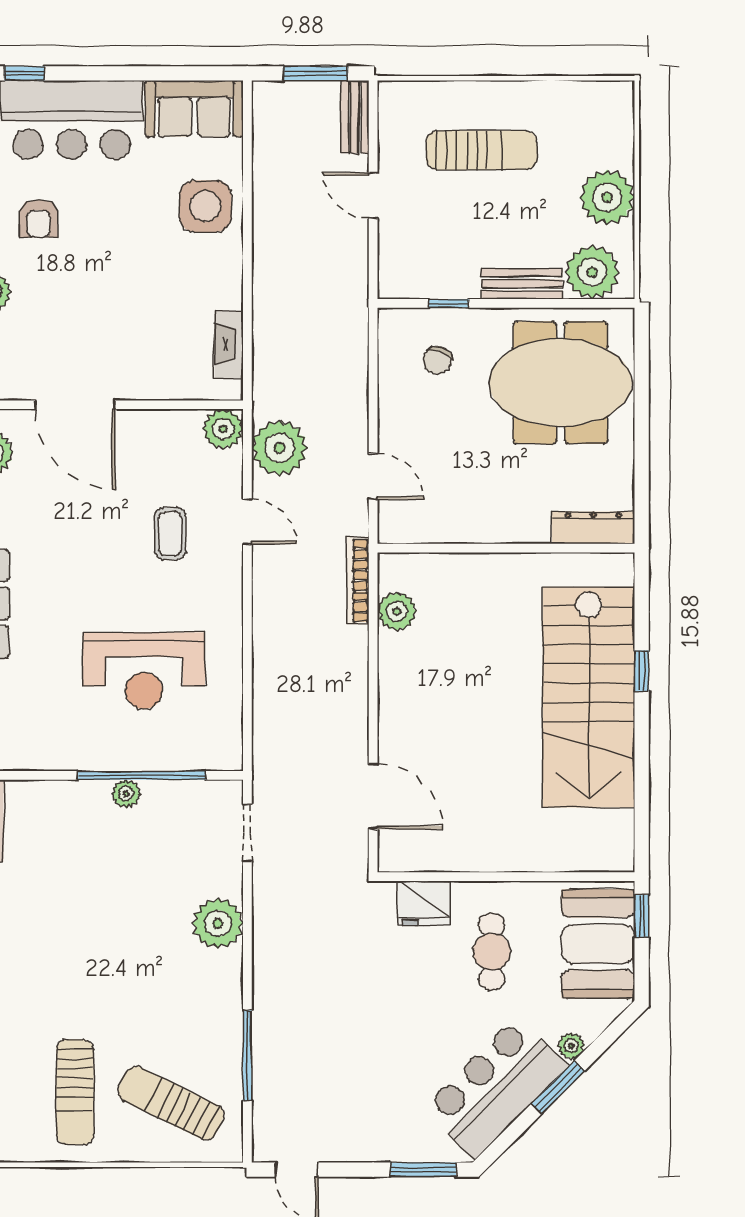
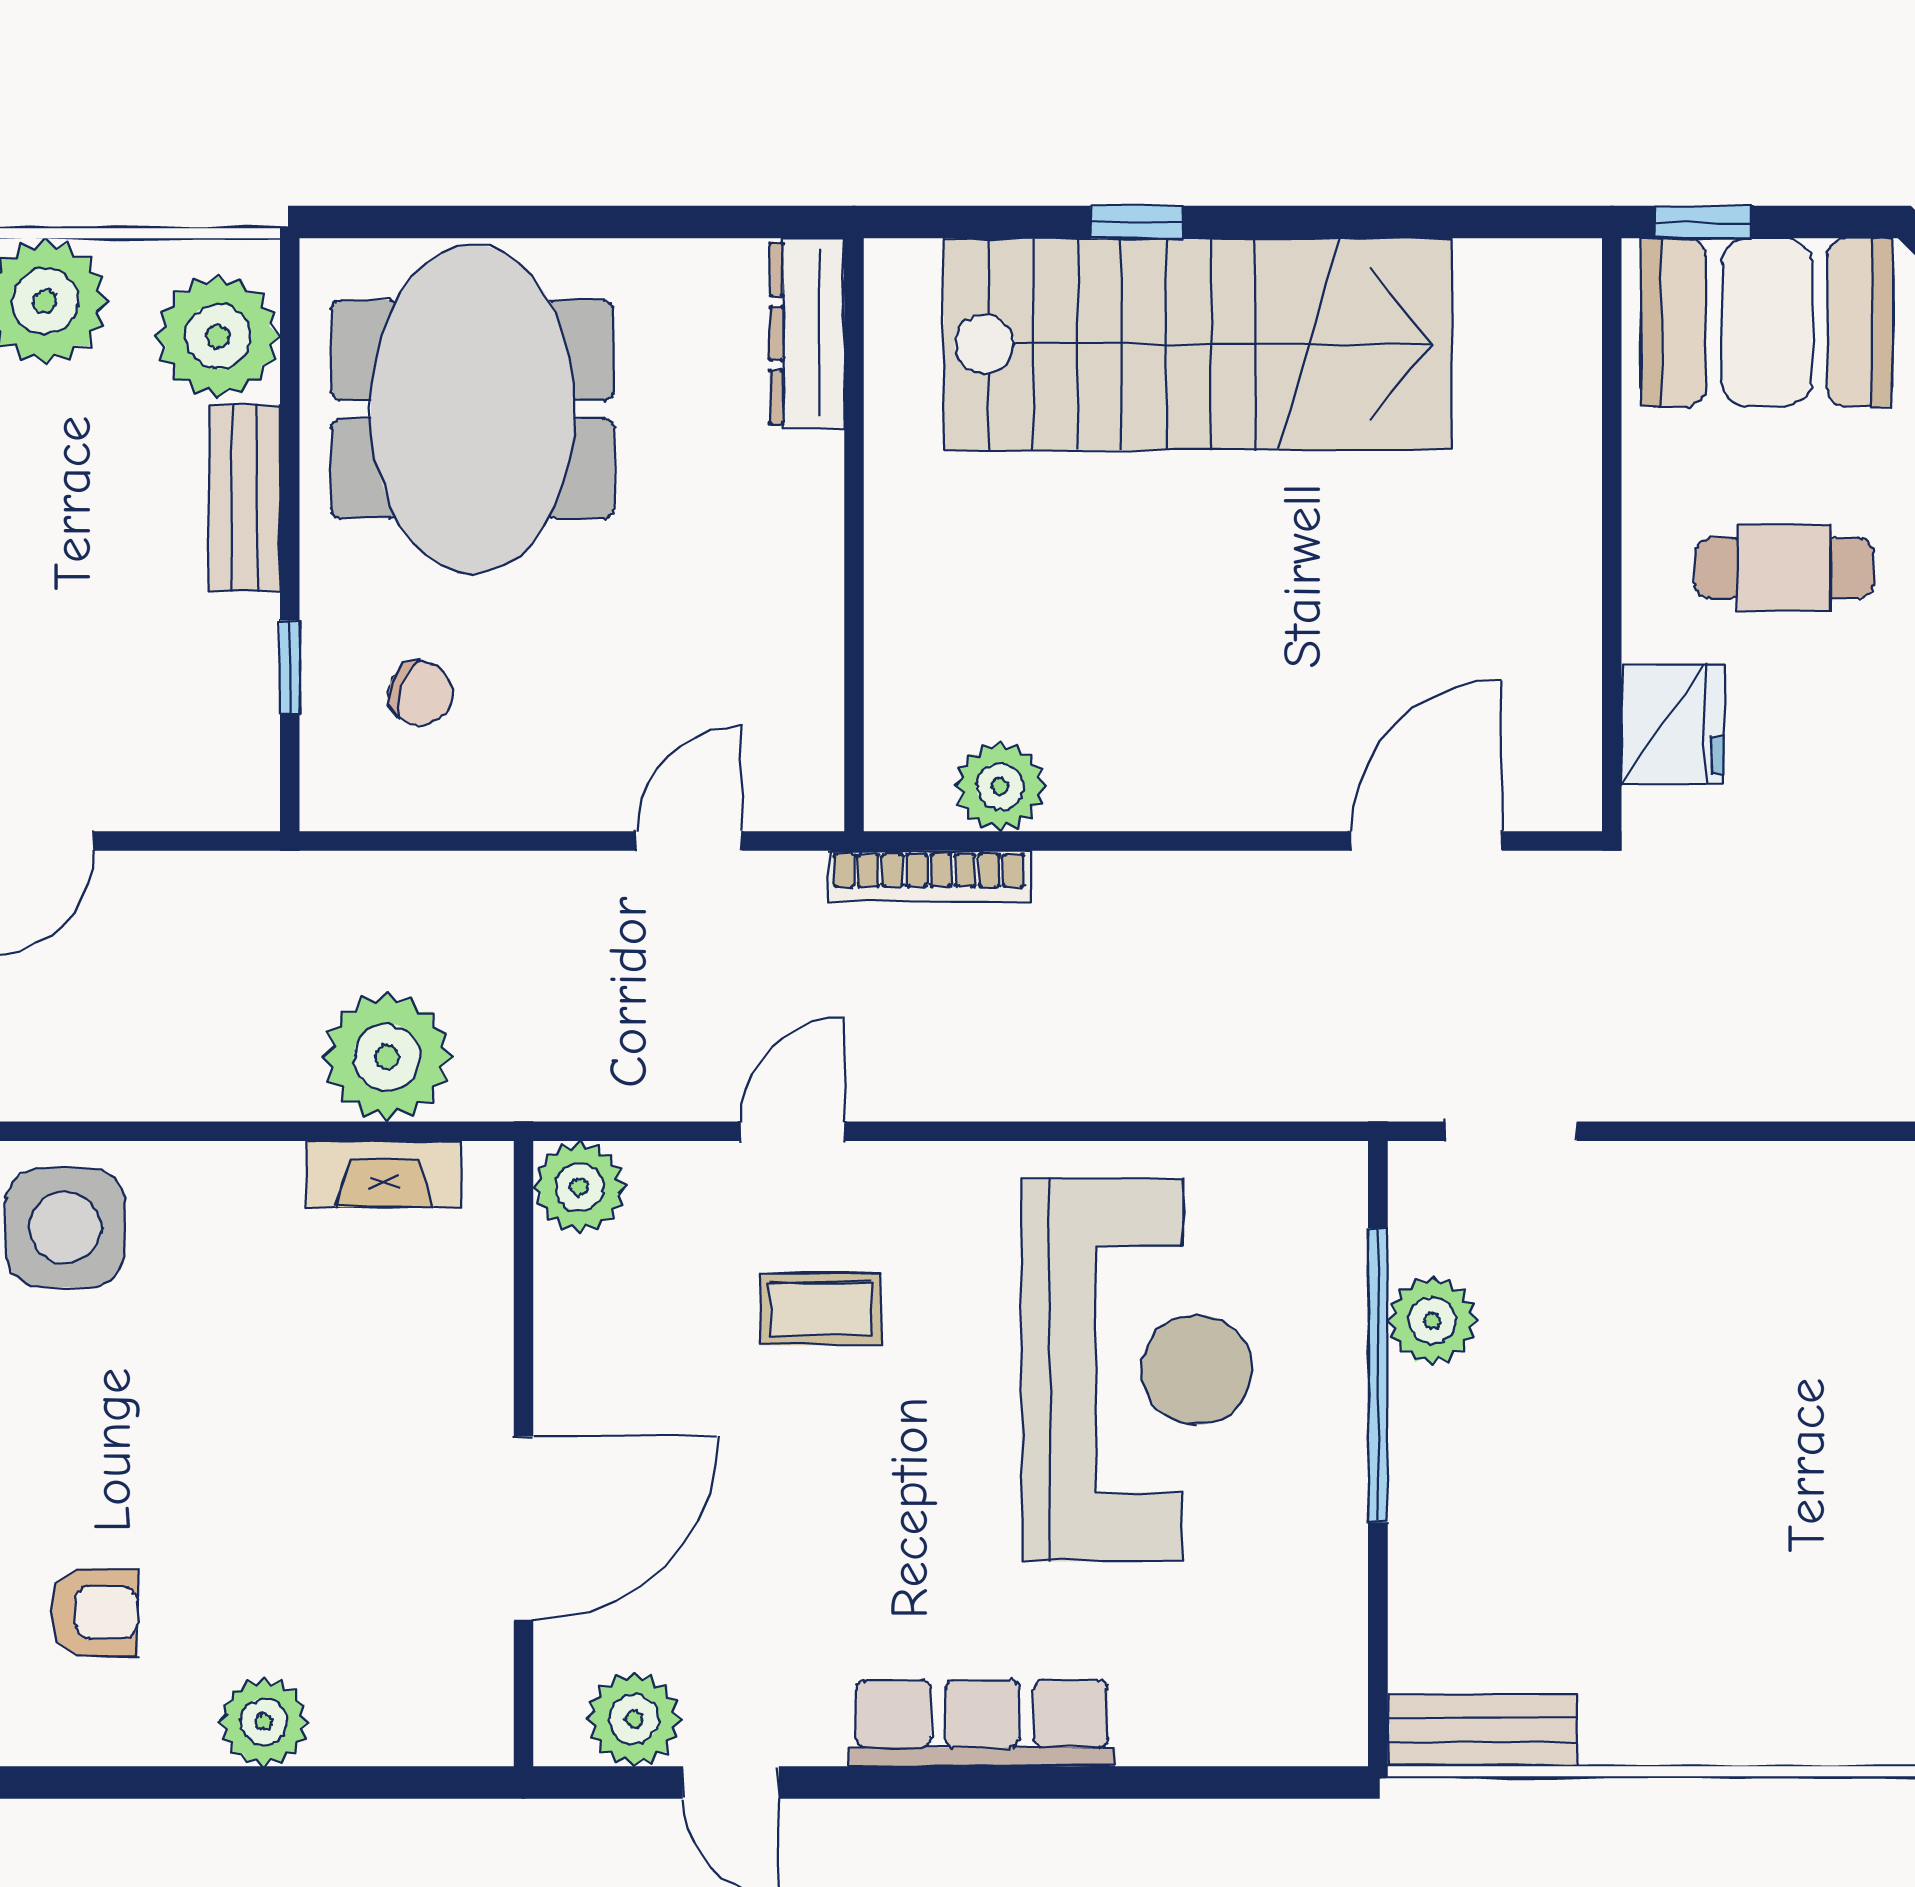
plant: (279, 448) -> (387, 1057), moved
reception desk: (144, 671) -> (1137, 1370), width x1.36, depth x1.30
plant: (126, 794) -> (1432, 1321), moved, width x1.38, depth x1.38
plant: (218, 923) -> (1719, 1199), removed

